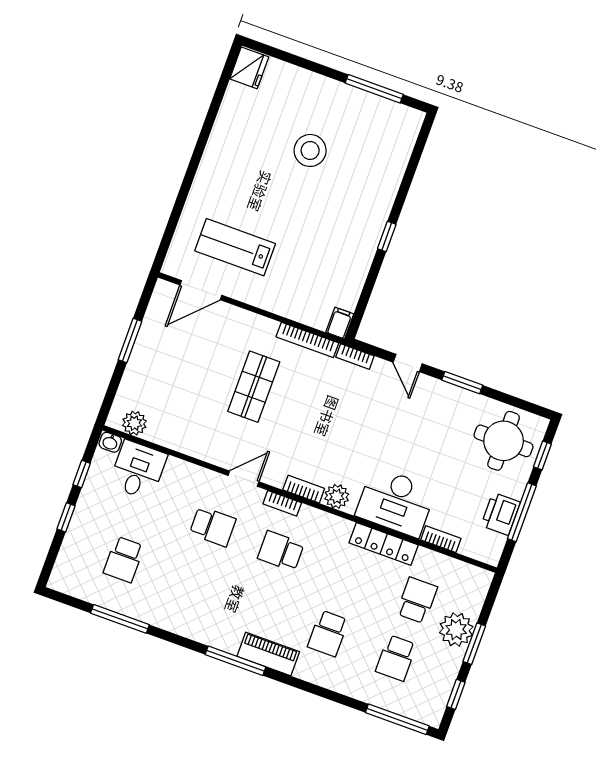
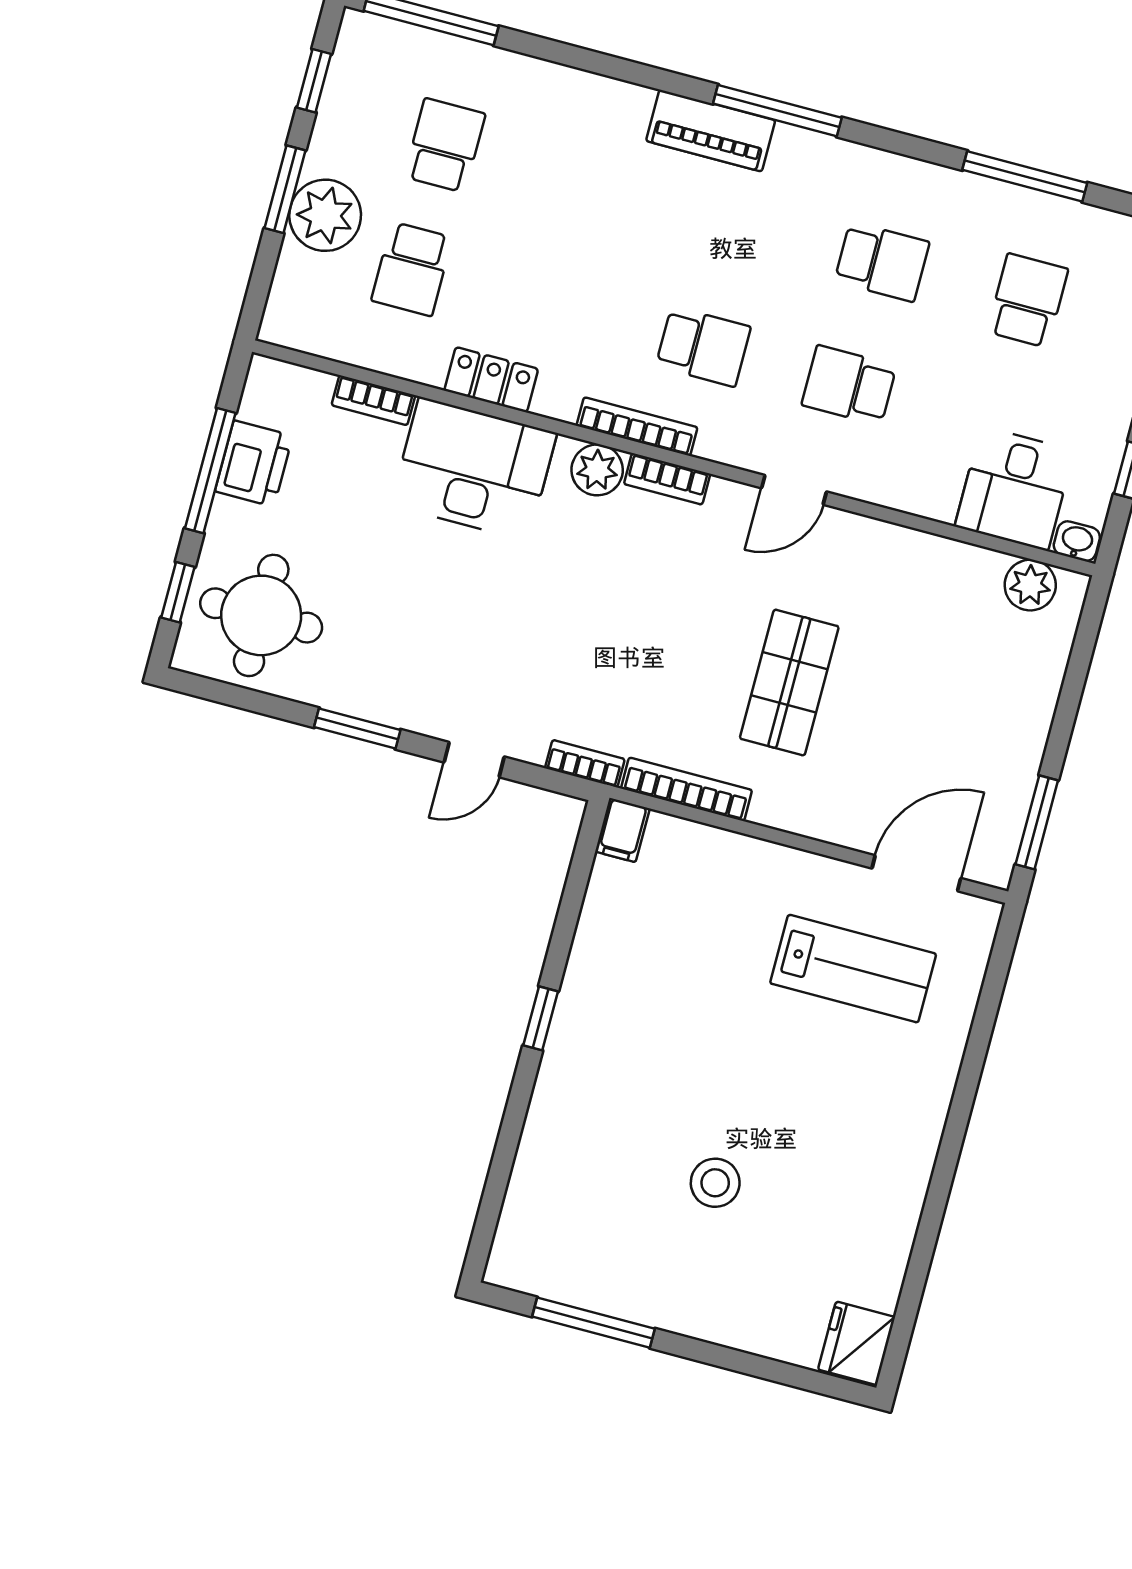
stool: (310, 150) -> (715, 1183), width x0.73, depth x0.73
window: (130, 340) -> (1037, 822), moved
door: (408, 363) -> (474, 760), swing flipped
bookcase: (282, 503) -> (637, 427), moved, width x1.56
locker: (384, 544) -> (491, 380), width x0.66
school desk: (328, 633) -> (882, 262), moved, turned 90

